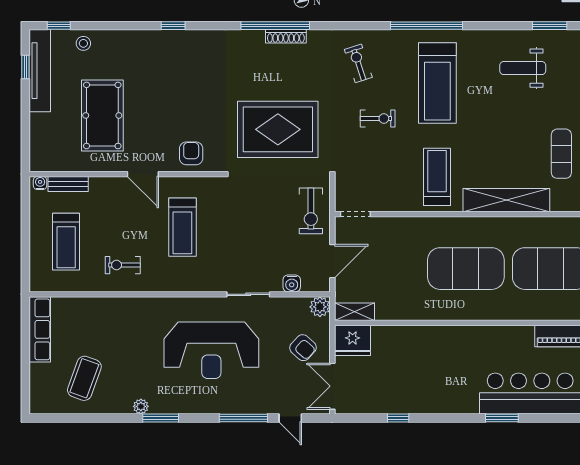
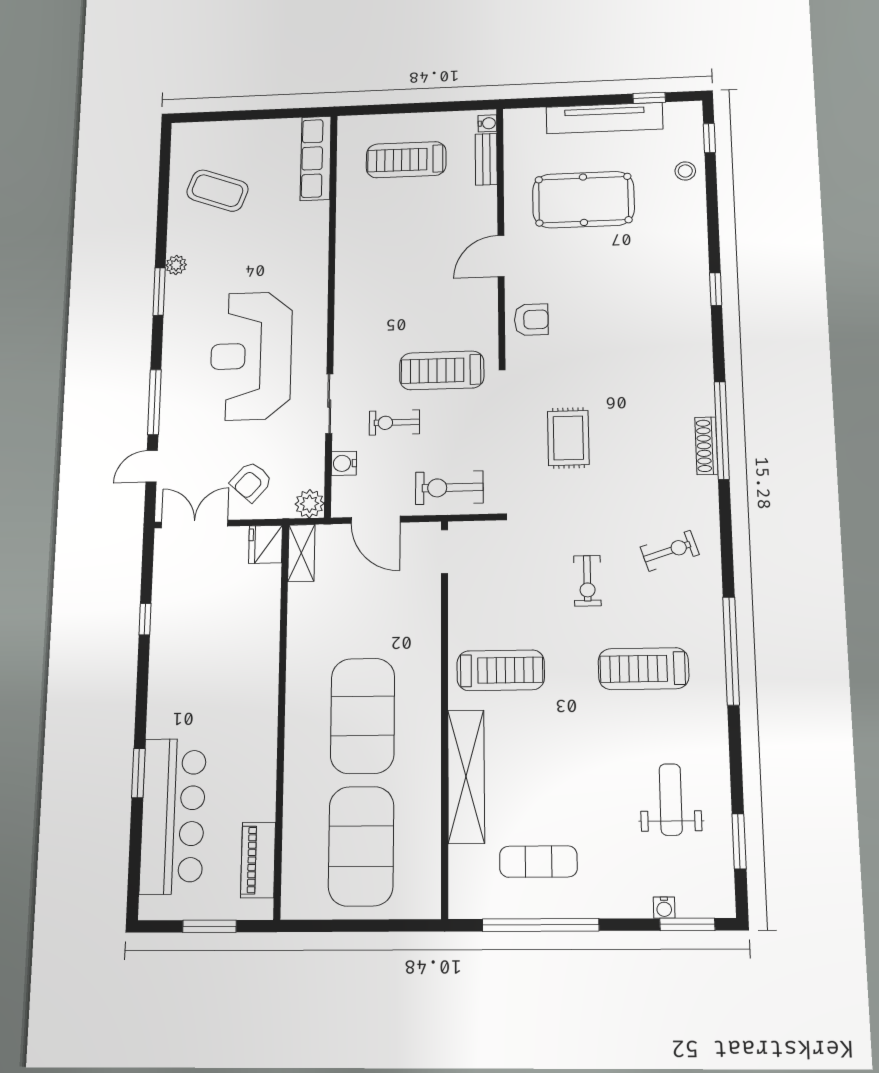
tv unit: (40, 71) -> (604, 118), moved
treadmill: (437, 83) -> (643, 669), width x0.73, depth x0.73
rug: (278, 129) -> (568, 438), width x0.54, depth x0.49
treadmill: (182, 227) -> (442, 370), moved
exercise bike: (123, 265) -> (394, 423), moved, turned -90
row of seats: (40, 329) -> (316, 158), moved, turned 90
fridge: (353, 340) -> (265, 544), width x0.73, depth x0.75

